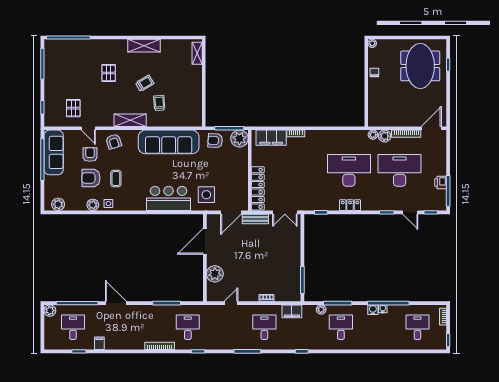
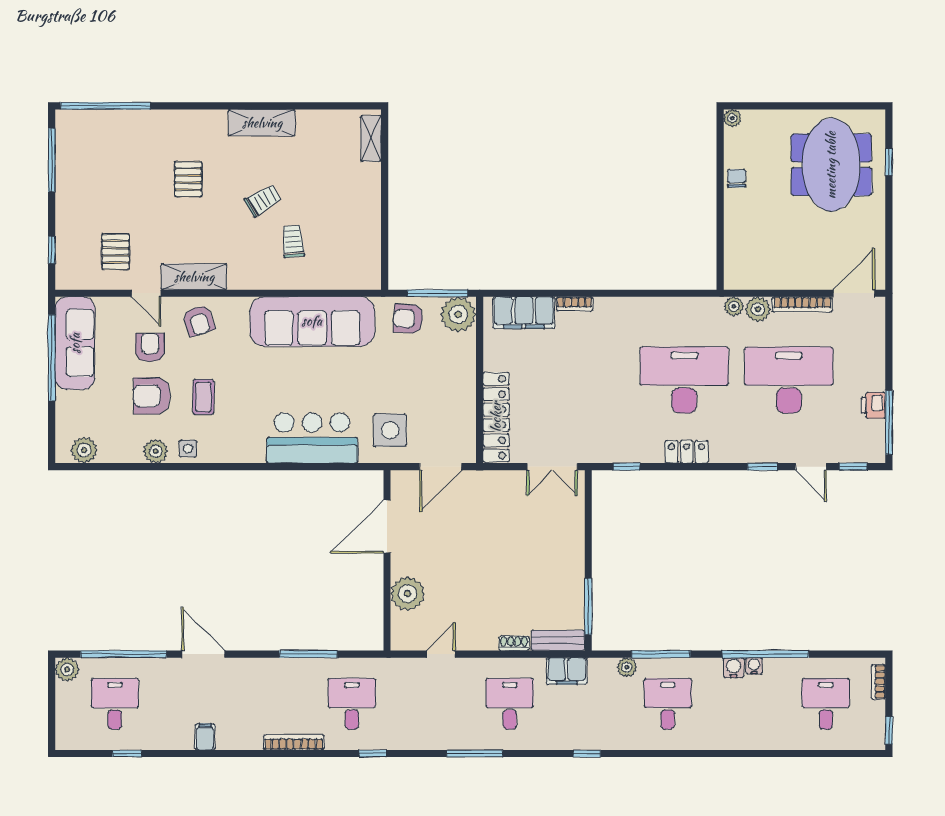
shelving: (130, 120) -> (194, 277), moved
bench: (255, 219) -> (558, 640), moved
filing cabinet: (99, 343) -> (205, 737), moved

